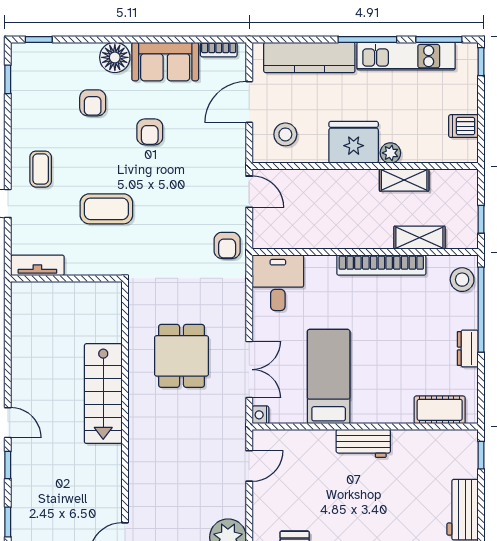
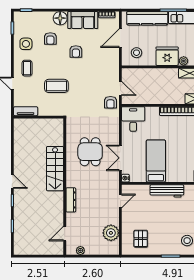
side table: (38, 115) -> (26, 44), added
door: (249, 192) -> (120, 88), moved
double door: (249, 370) -> (120, 158), swing flipped
workbench: (363, 443) -> (167, 191), width x1.38
dresser: (138, 464) -> (71, 200), added

